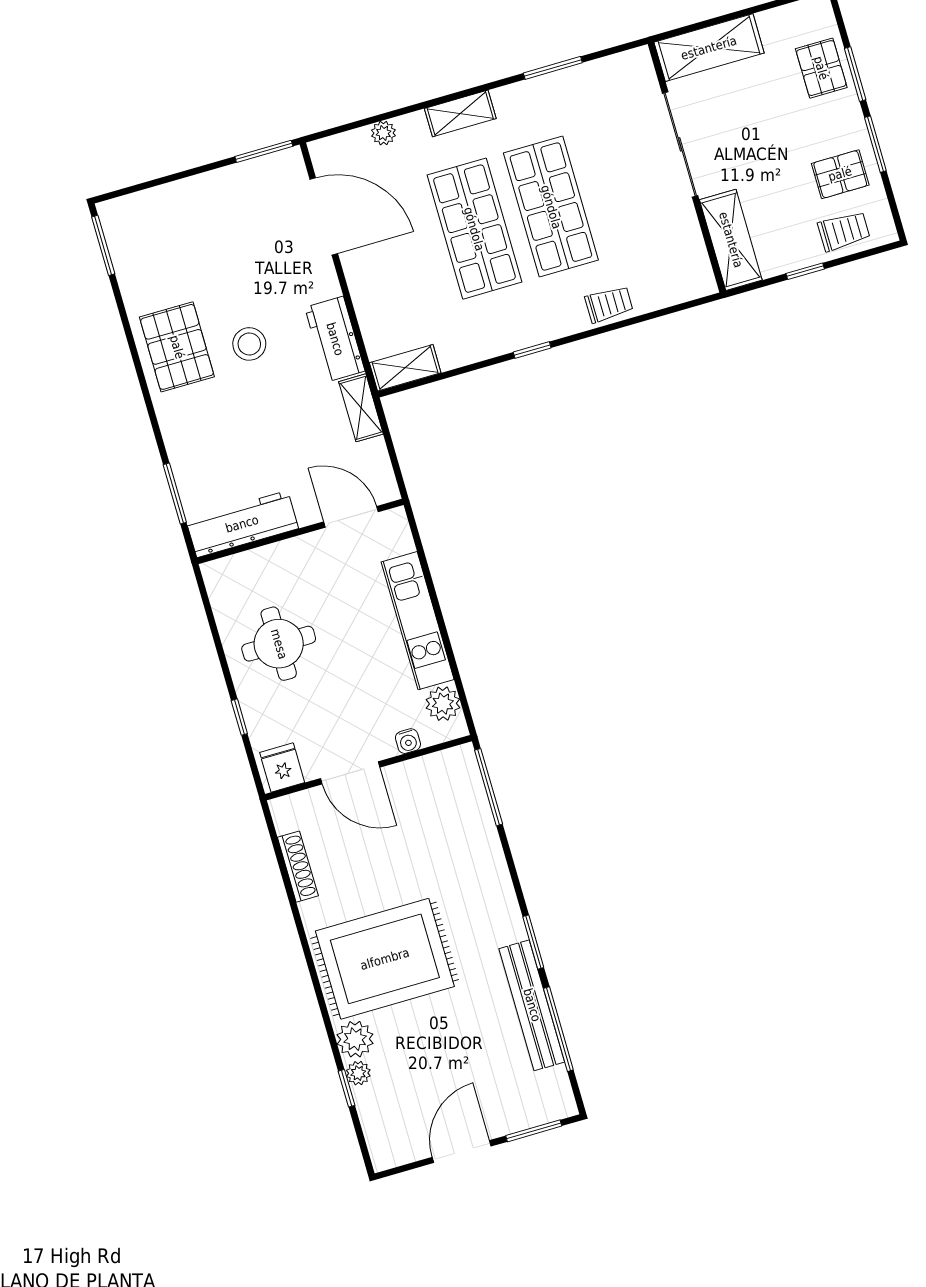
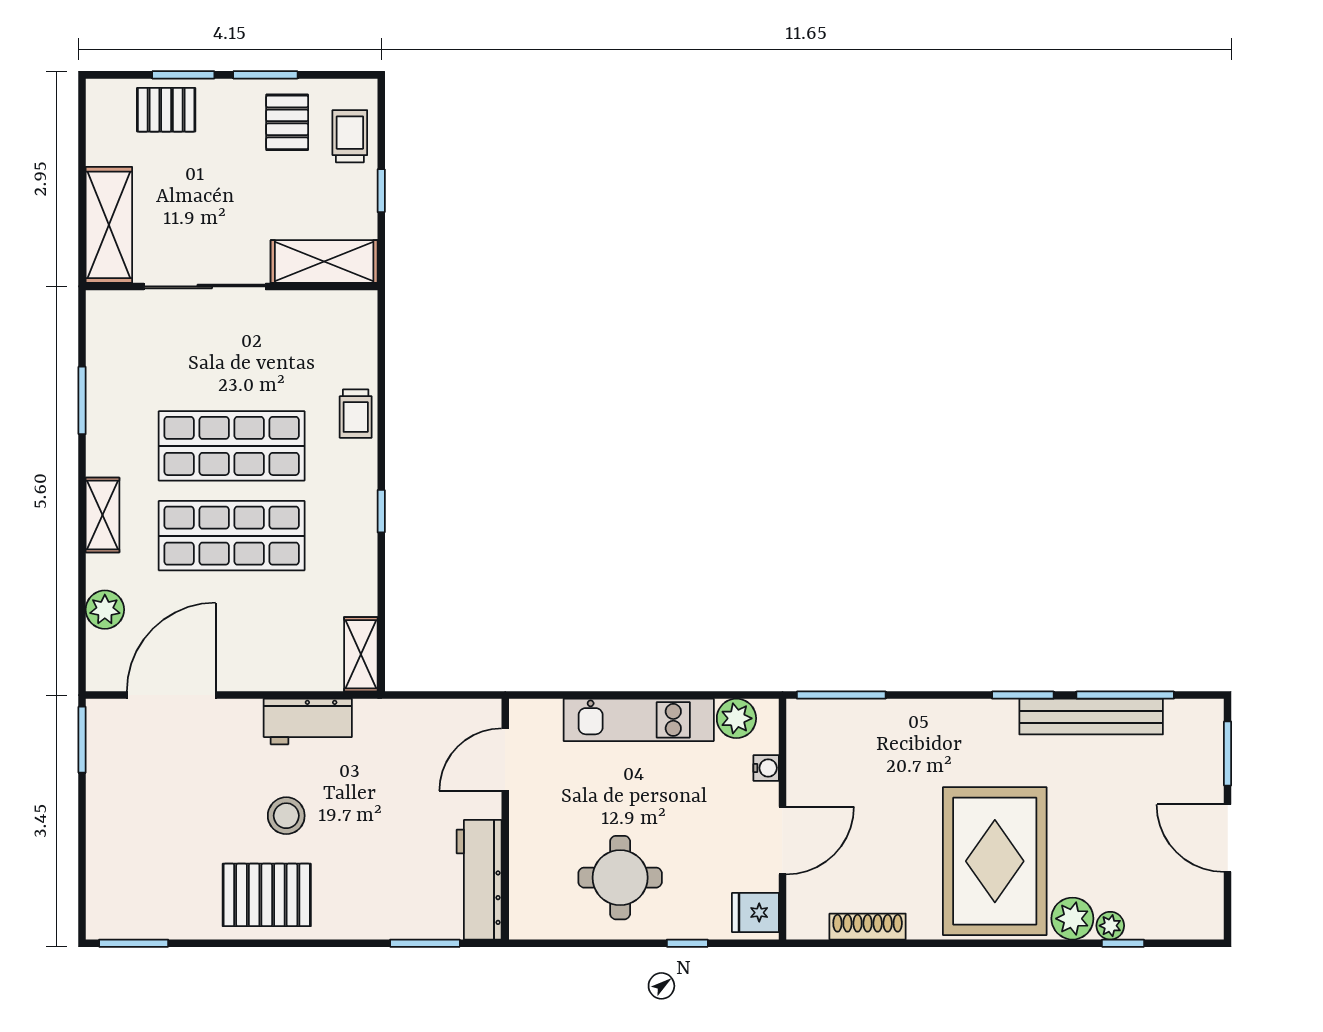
plant: (383, 133) -> (105, 610), width x1.38, depth x1.38
trolley: (609, 304) -> (356, 414), turned 180
shelving: (361, 408) -> (390, 715), removed

